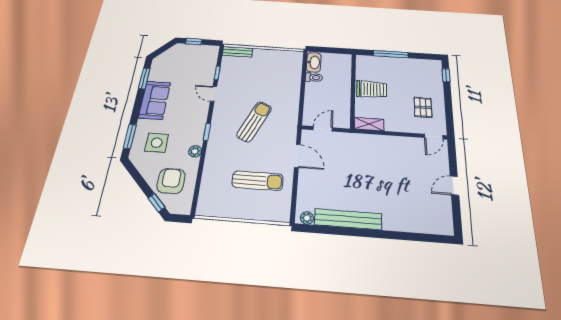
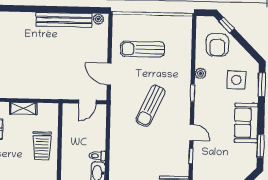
trolley: (372, 89) -> (42, 146), turned -90
shelving: (369, 124) -> (23, 108), moved

